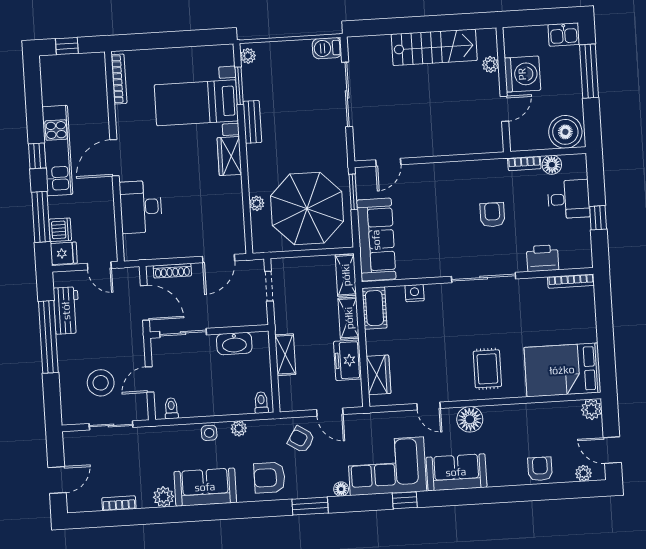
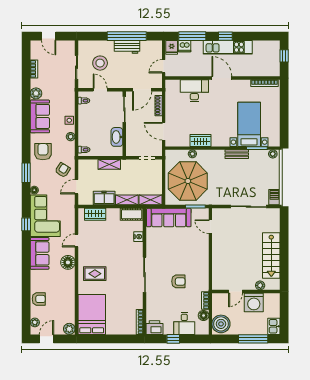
door: (504, 109) -> (236, 292), hinge flipped
wardrobe: (229, 156) -> (201, 141), moved
printer: (543, 258) -> (155, 328), moved, turned -90
workbench: (66, 311) -> (127, 47), moved

